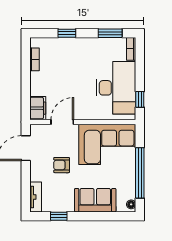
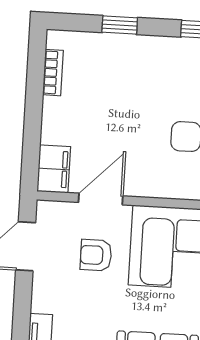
armchair: (62, 165) -> (96, 255), moved

